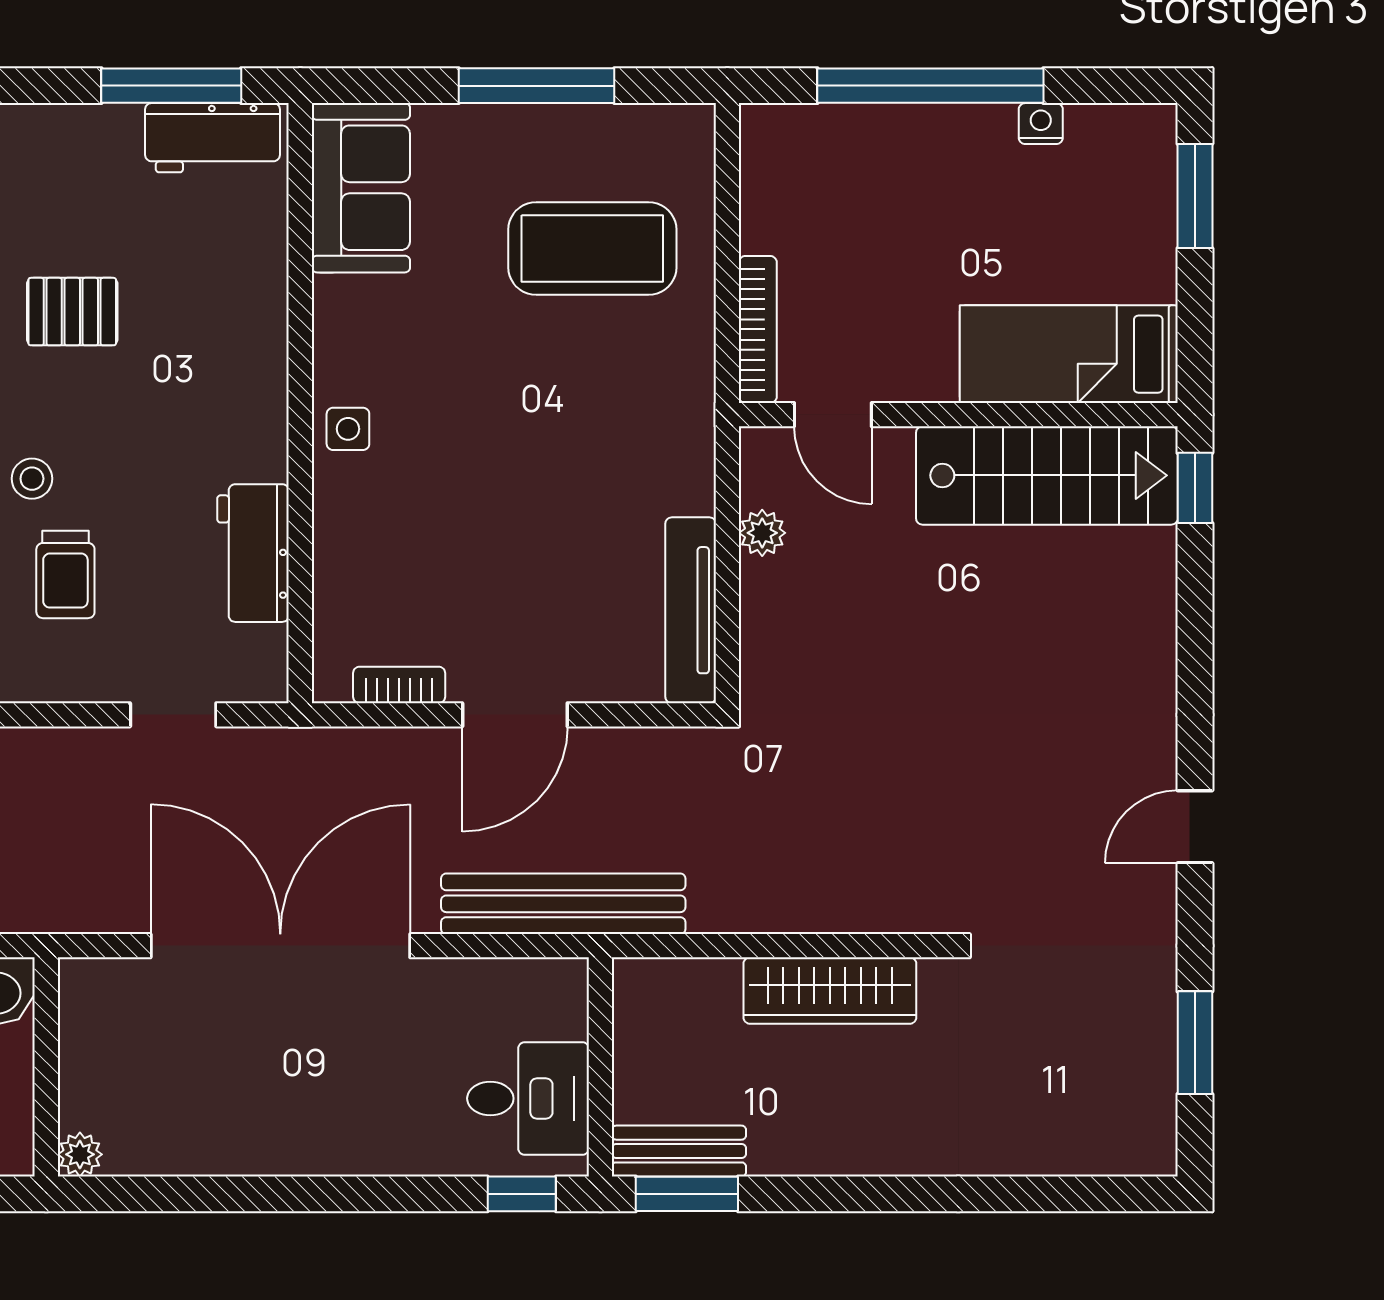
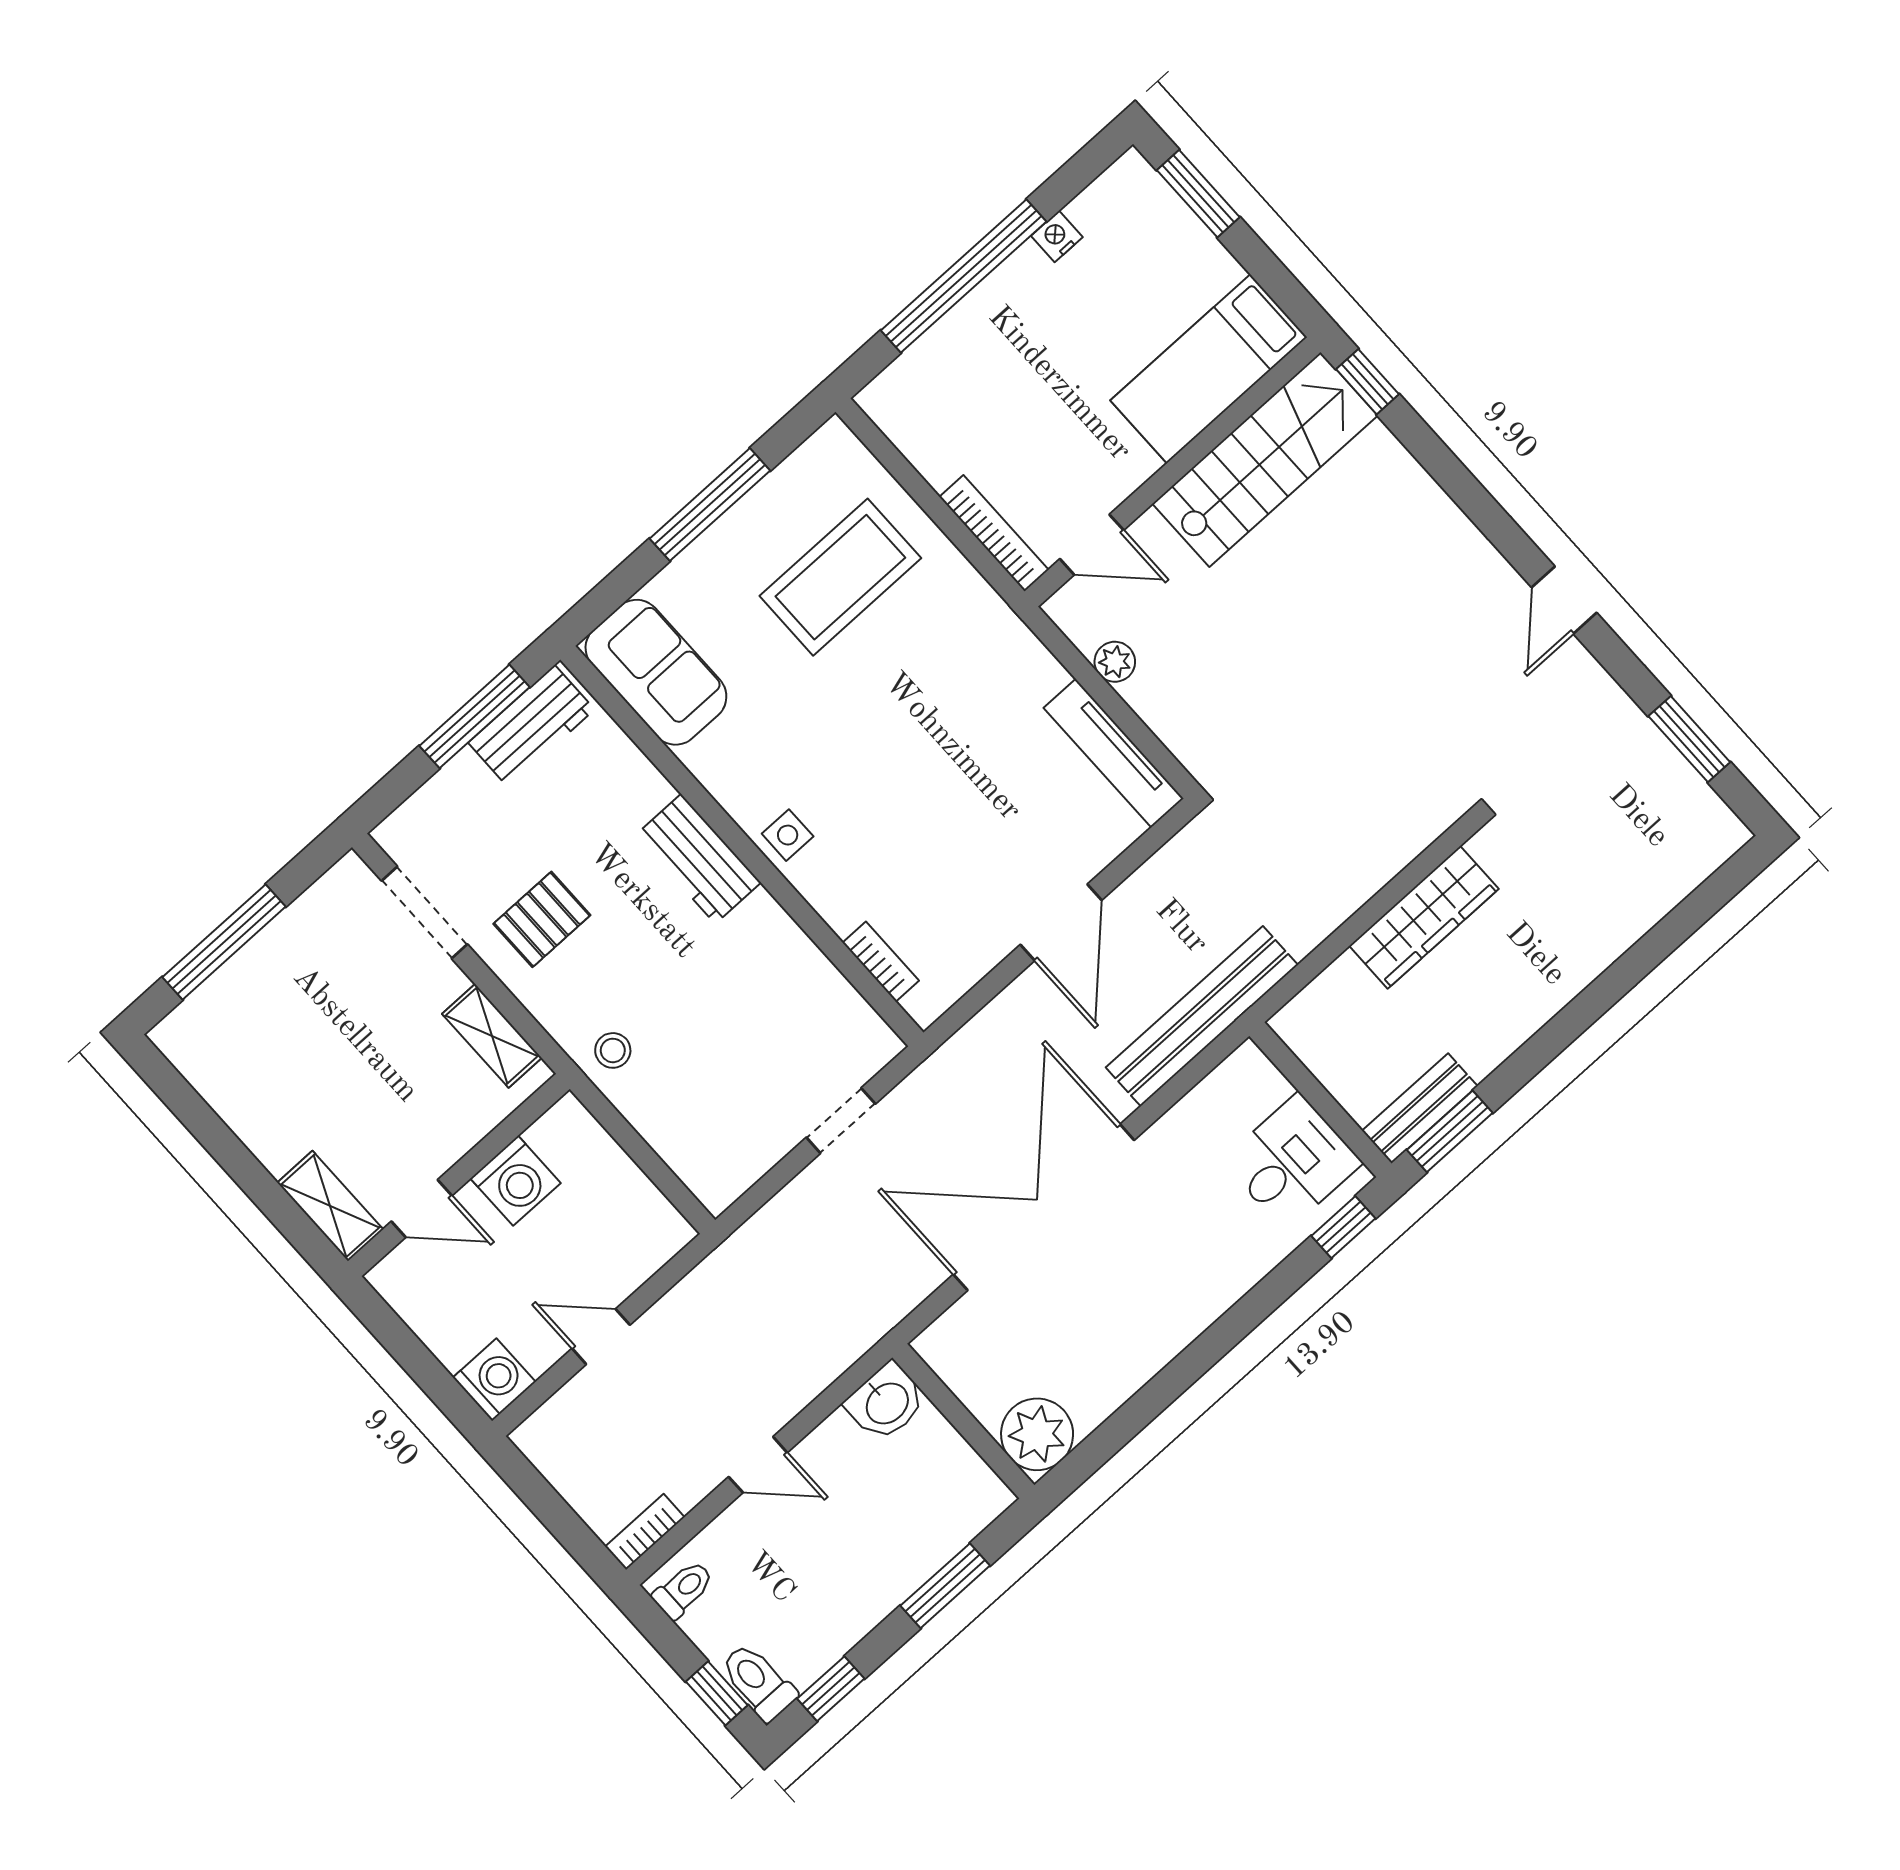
workbench: (253, 553) -> (698, 859), moved
trolley: (65, 574) -> (690, 1093), removed
bookcase: (399, 685) -> (881, 962), moved, turned 90
plant: (80, 1154) -> (1037, 1434), width x1.88, depth x1.88

